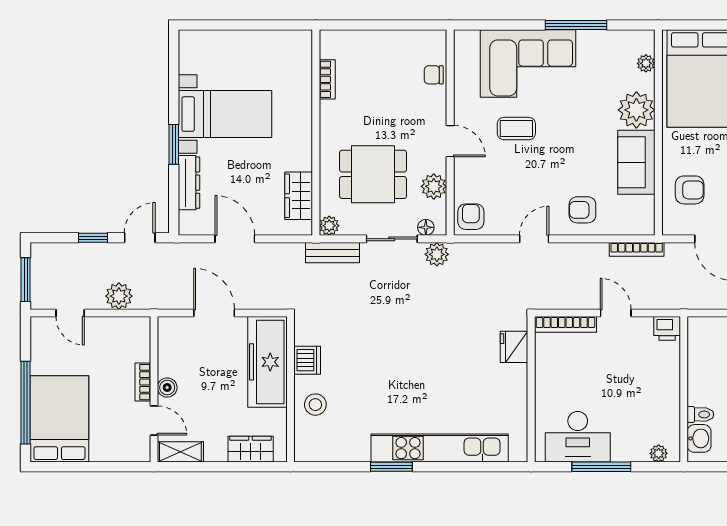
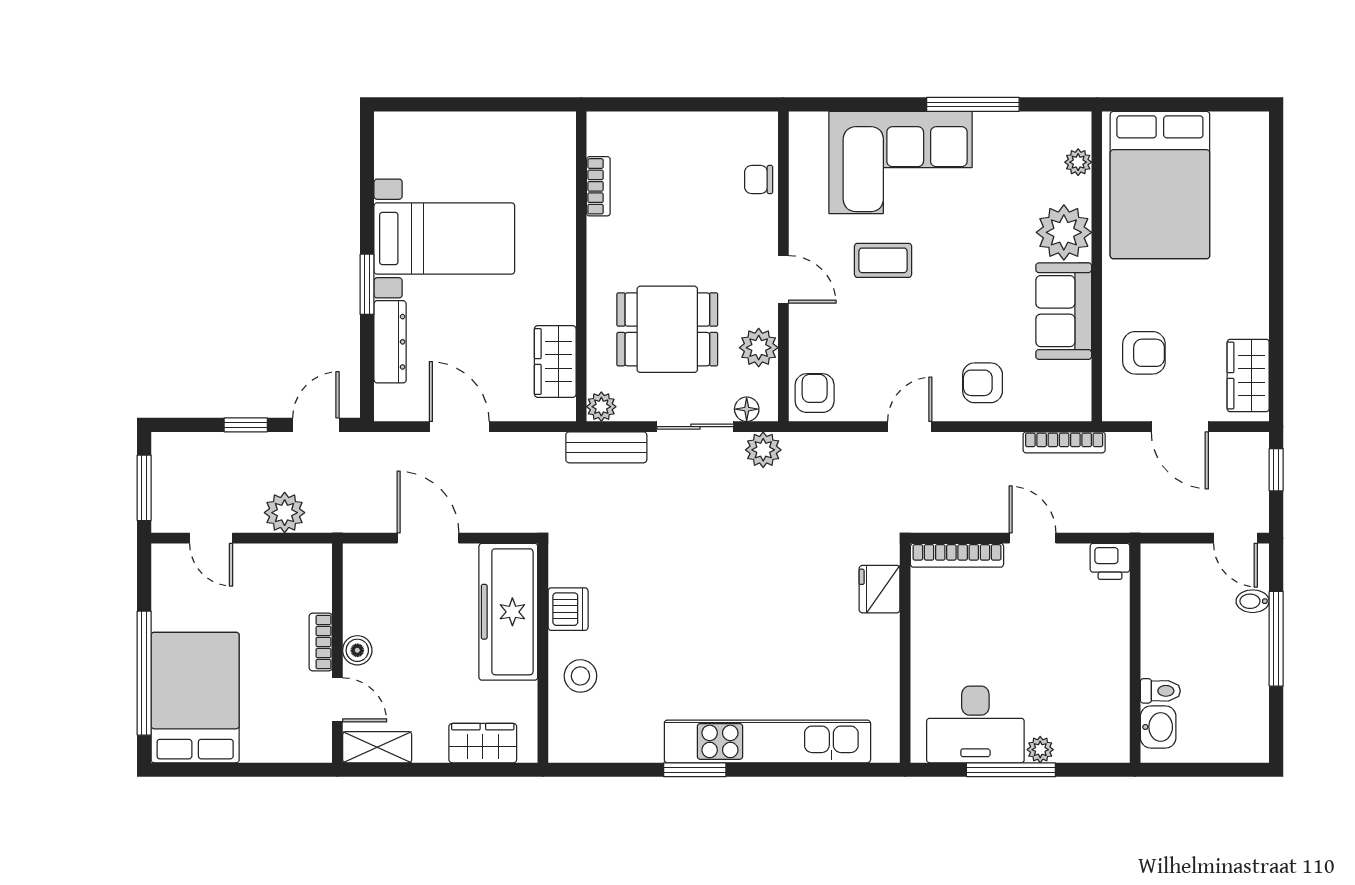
plant: (659, 453) -> (1040, 750), moved

